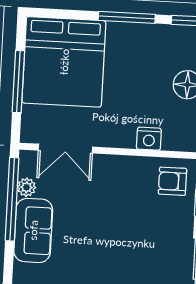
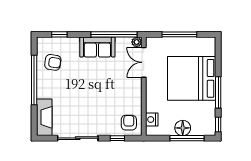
bed: (64, 62) -> (192, 78), moved
nightstand: (149, 139) -> (152, 119), moved
plant: (26, 187) -> (137, 42), moved

